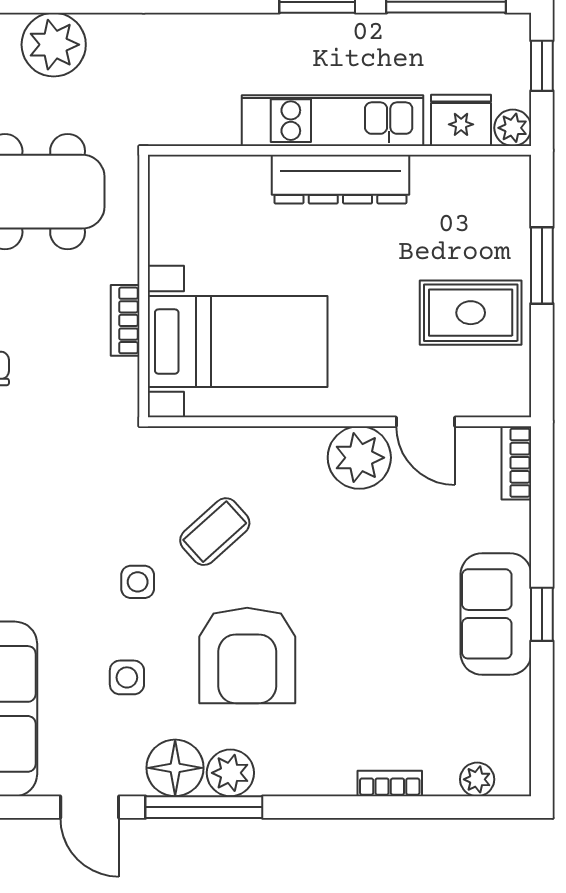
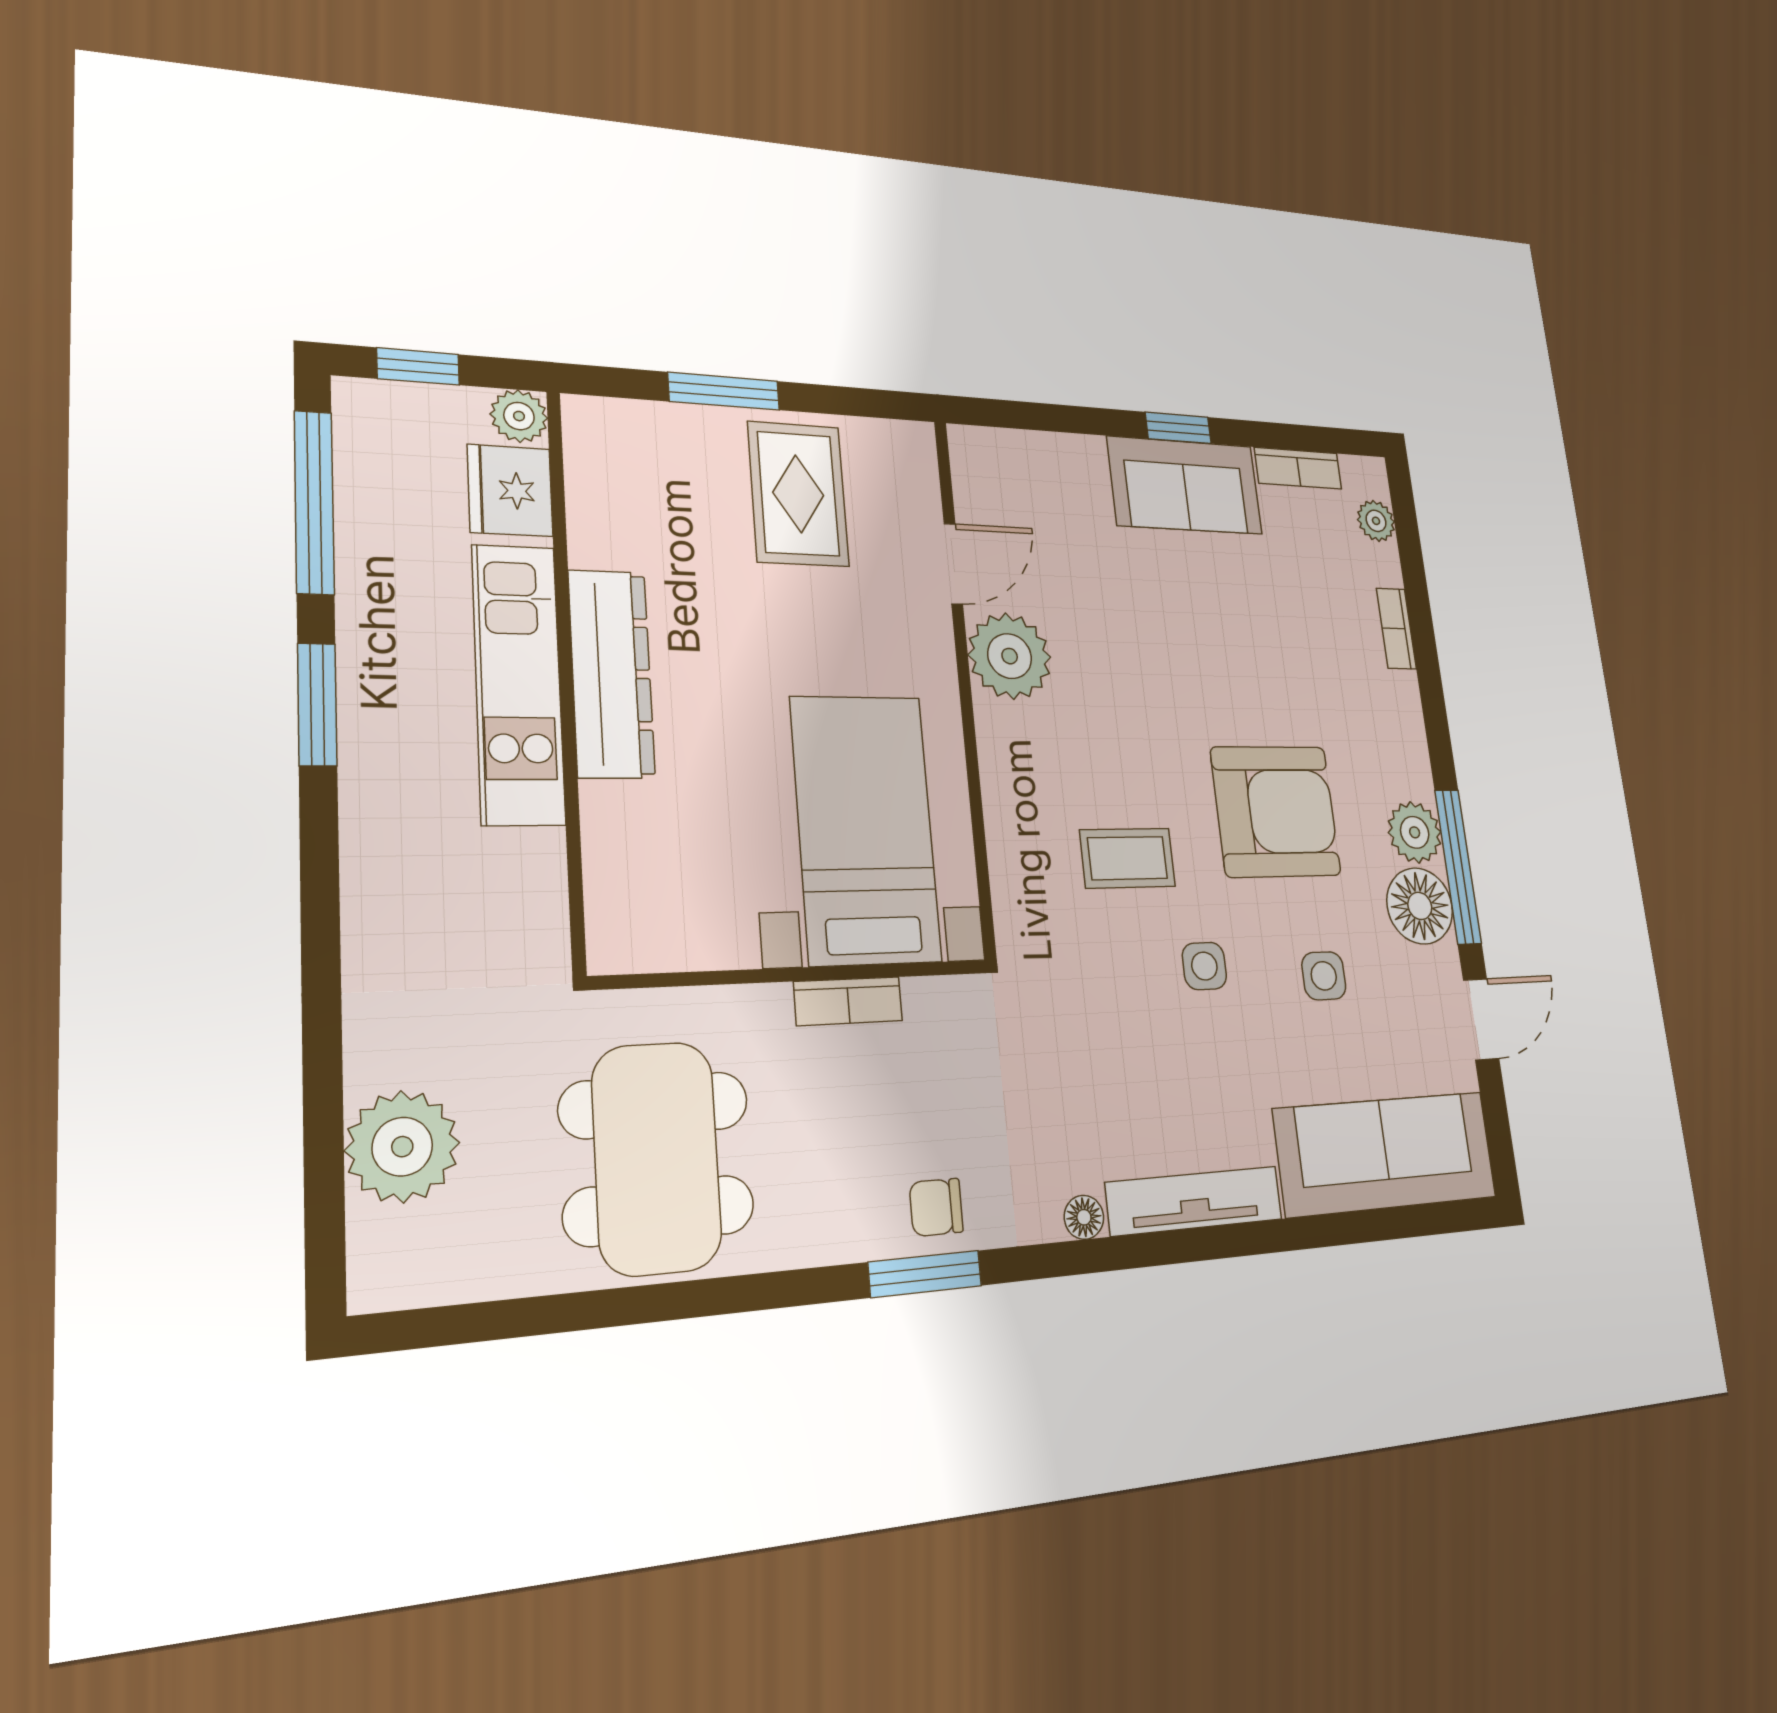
bookcase: (516, 463) -> (1298, 468), moved
coffee table: (215, 532) -> (1128, 858), turned -48

